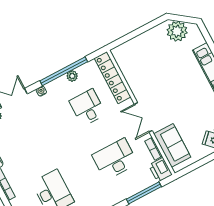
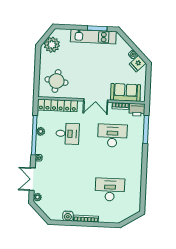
round table: (139, 60) -> (57, 81), added
desk: (88, 108) -> (68, 134), turned 180
desk: (115, 159) -> (112, 136), turned 90

